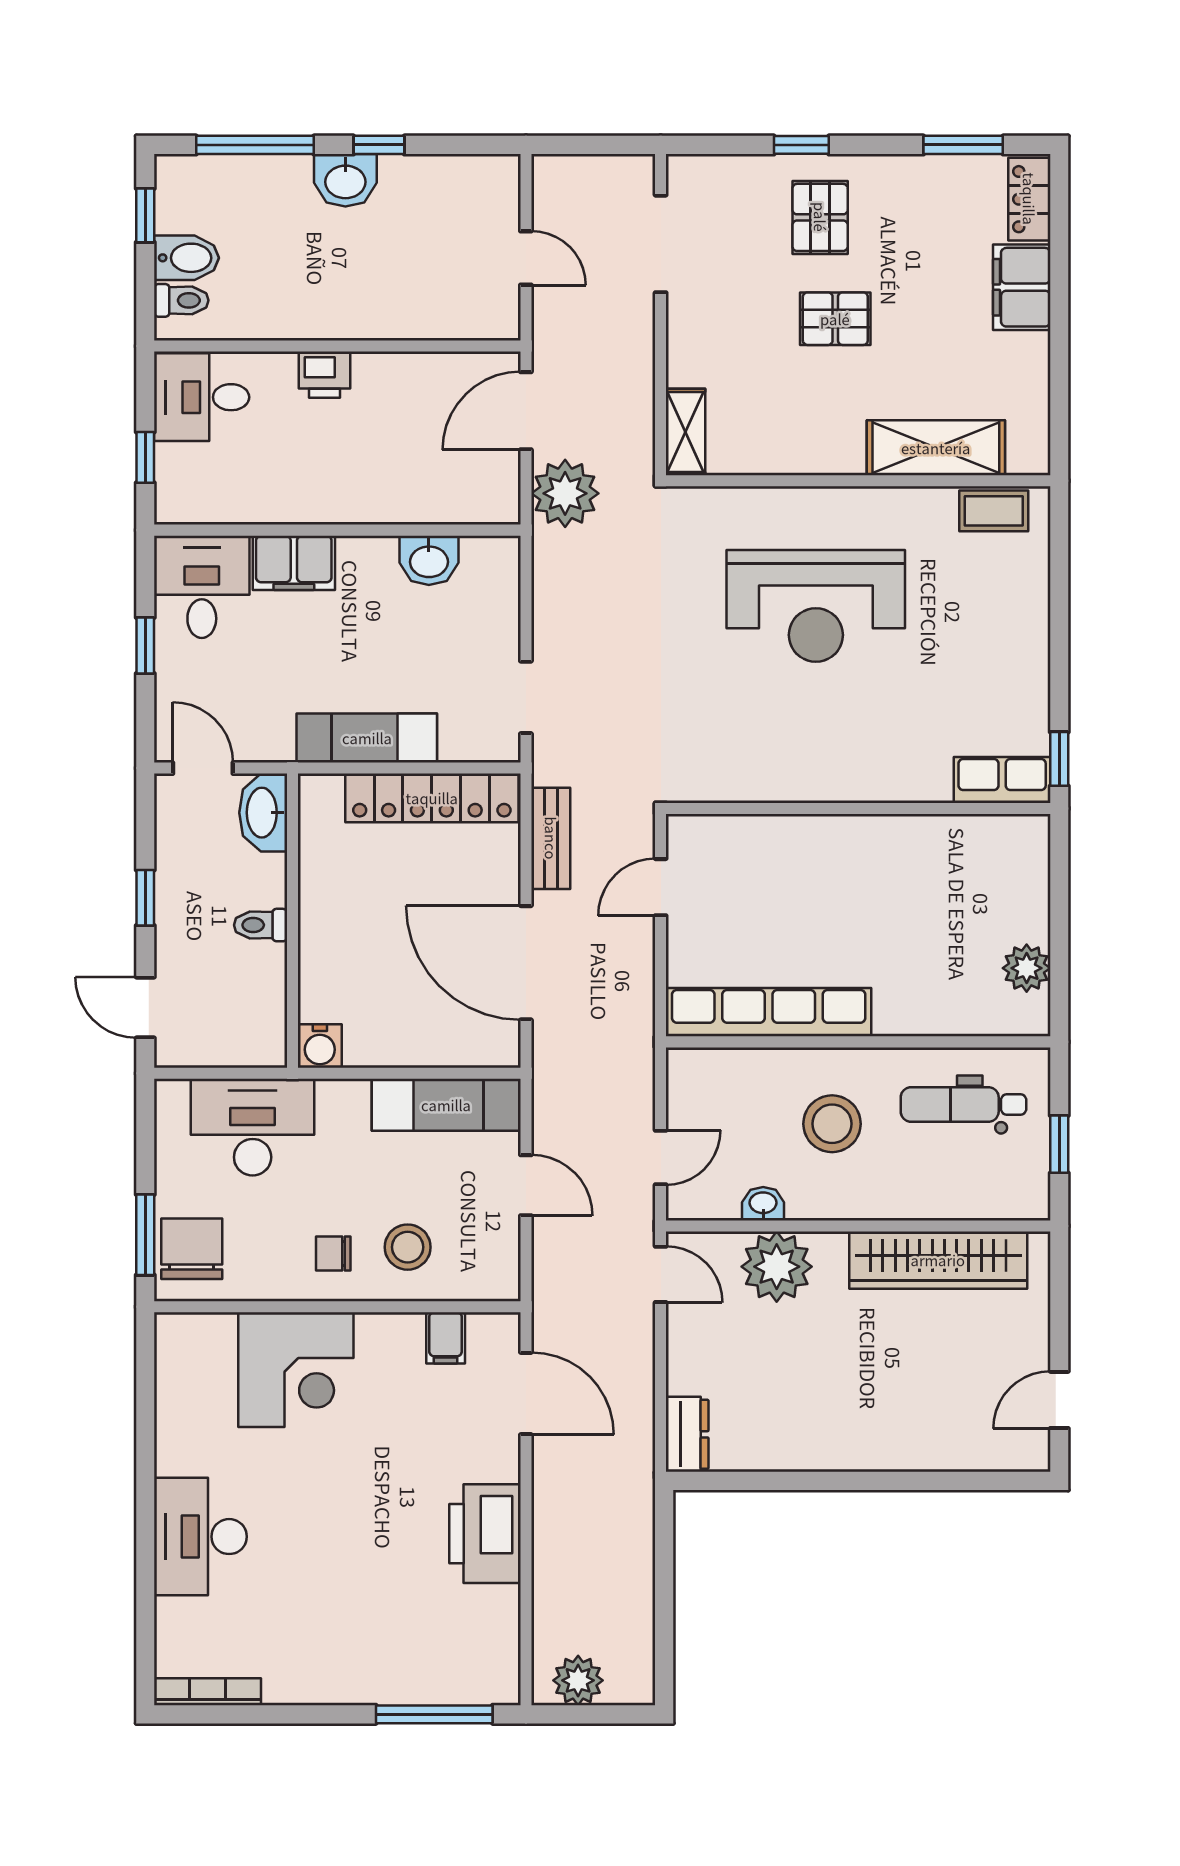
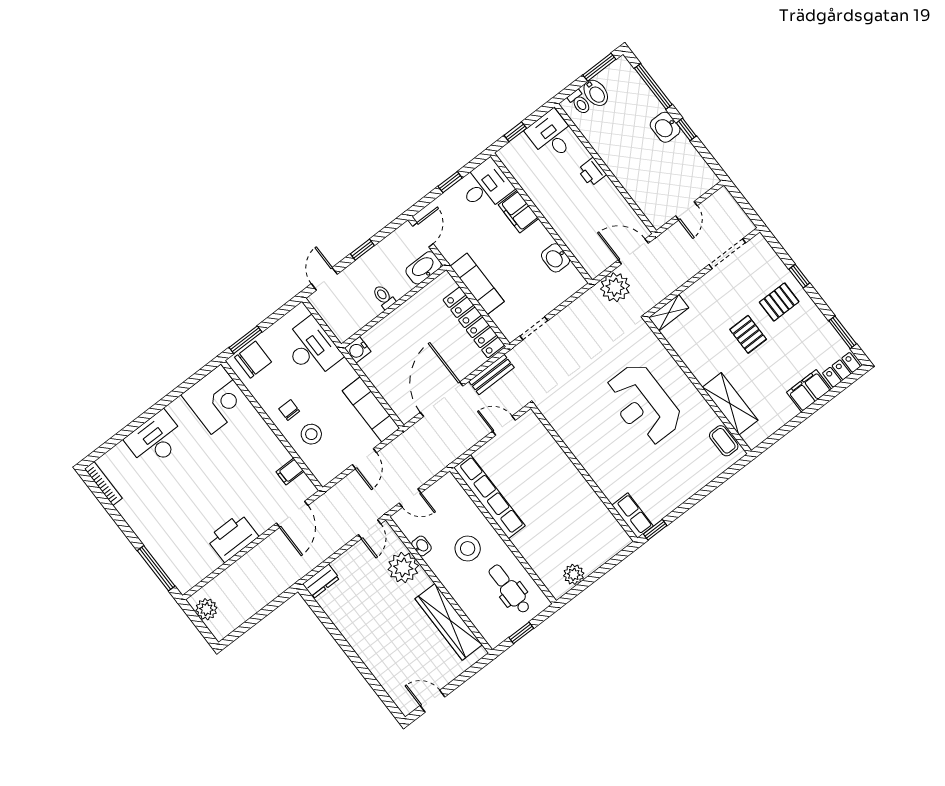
window: (145, 215) -> (599, 67), width x1.50
corner desk: (296, 1370) -> (216, 399), moved, turned -90

